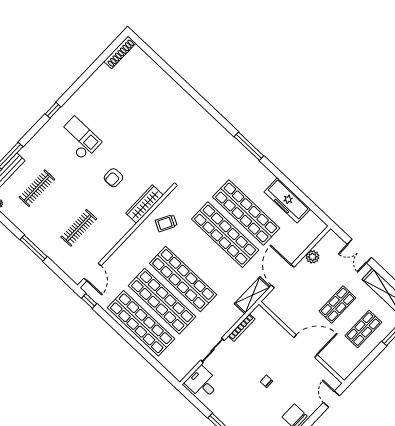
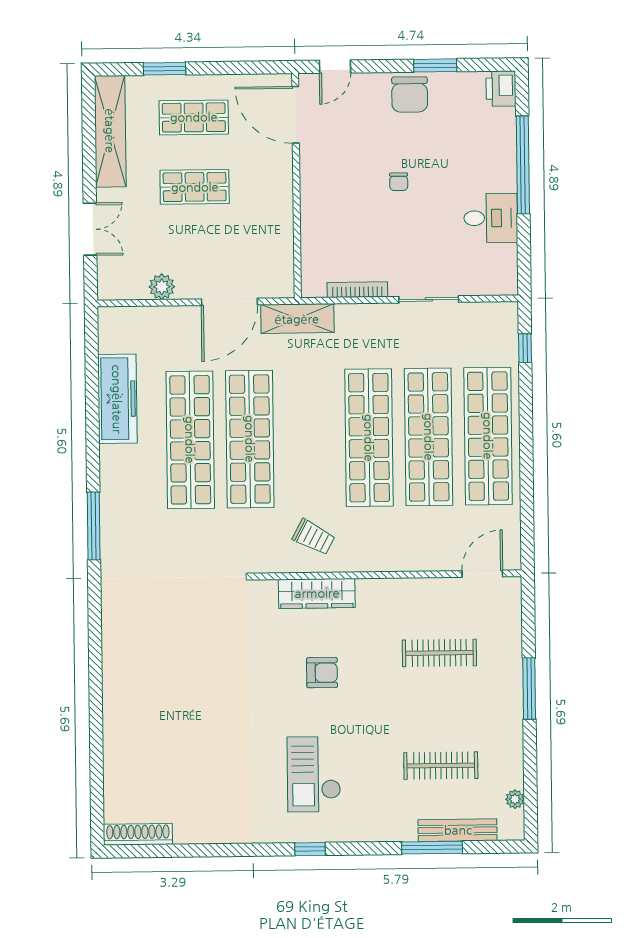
window: (89, 301) -> (525, 348), moved
door: (306, 346) -> (296, 115), moved
desk: (202, 383) -> (491, 218), moved, turned -90

